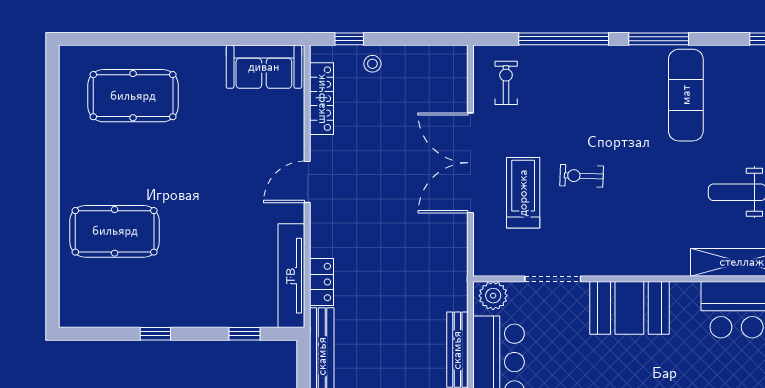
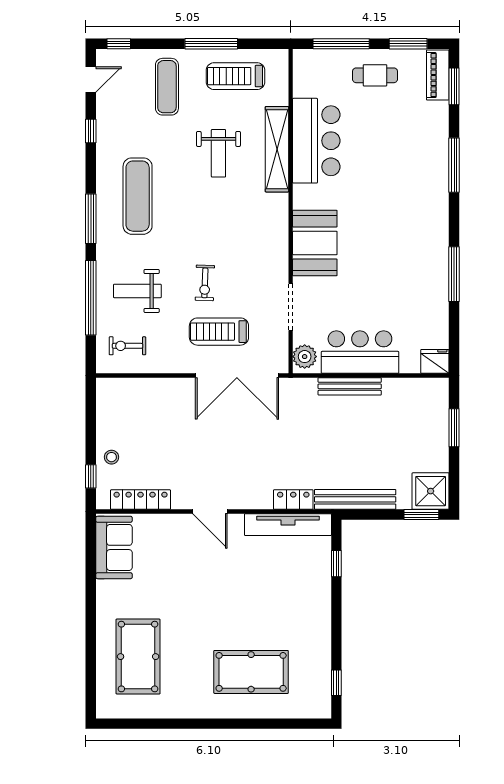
weight bench: (572, 95) -> (137, 291), added
exercise mat: (686, 95) -> (138, 196), turned 90
double door: (470, 163) -> (237, 376), moved
pool table: (115, 231) -> (251, 672), turned 90
window: (155, 334) -> (336, 683), moved

